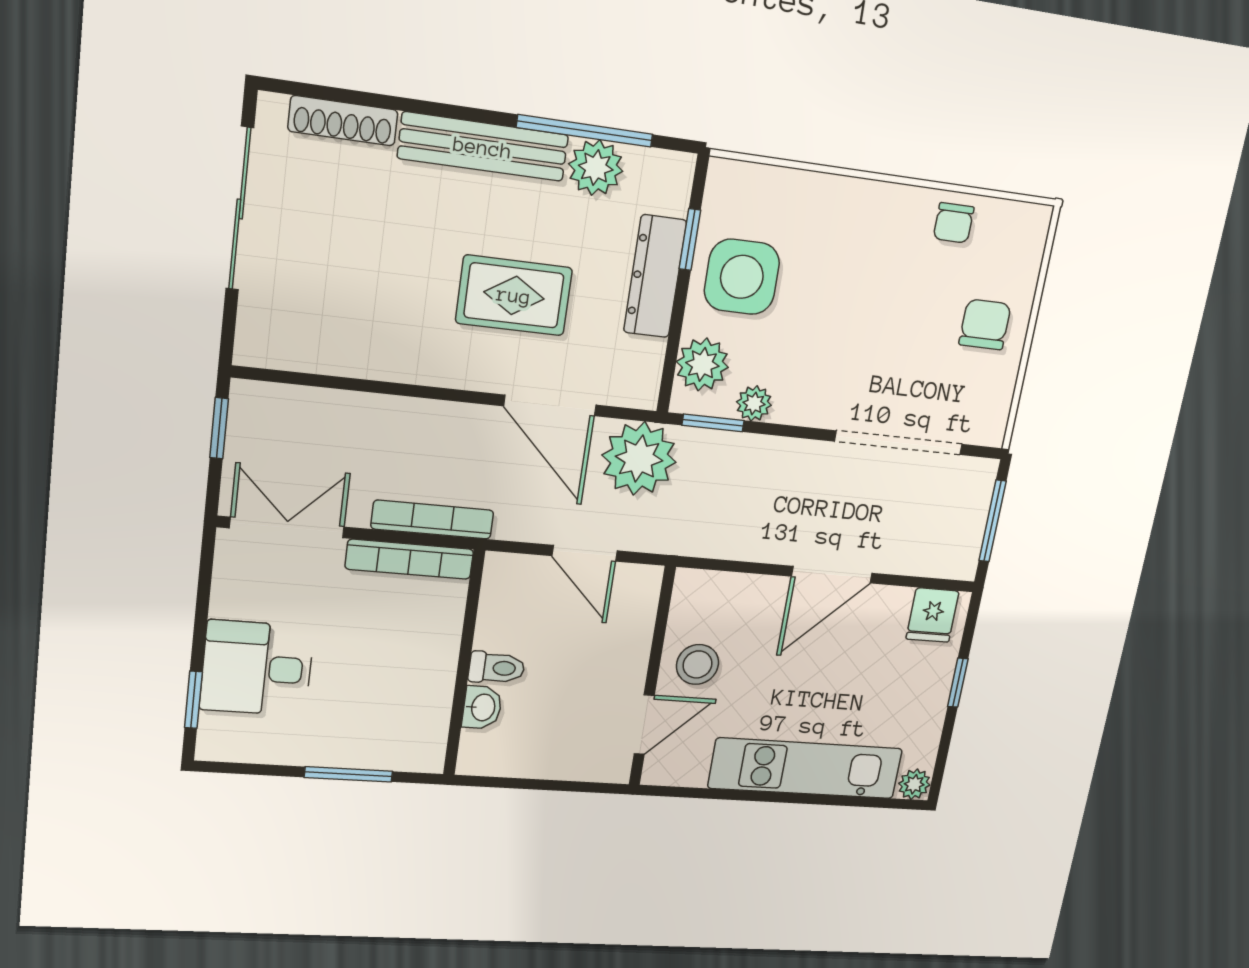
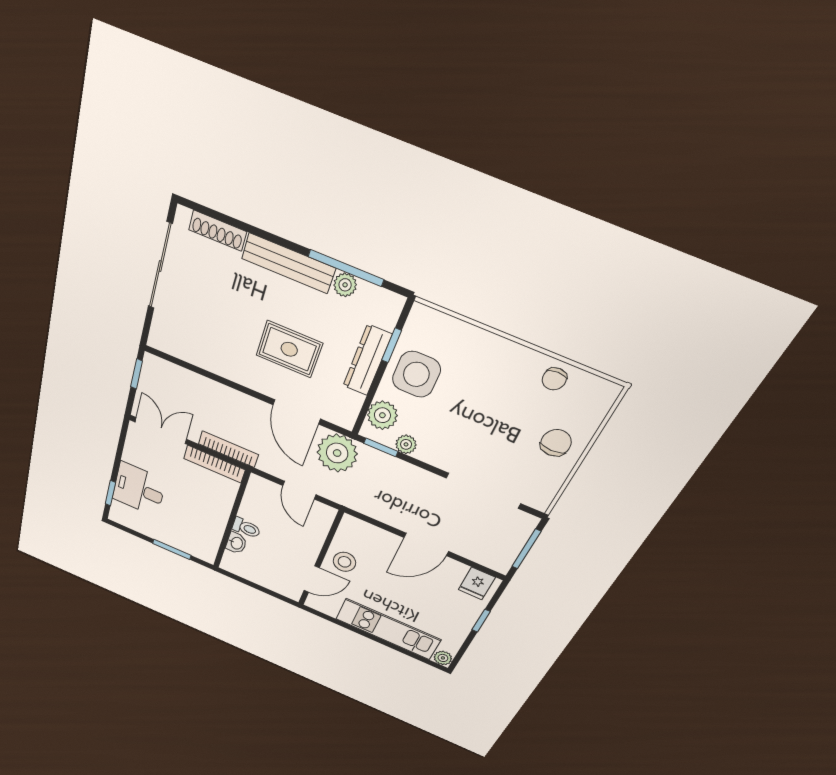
plant: (596, 168) -> (345, 285), width x0.73, depth x0.73

